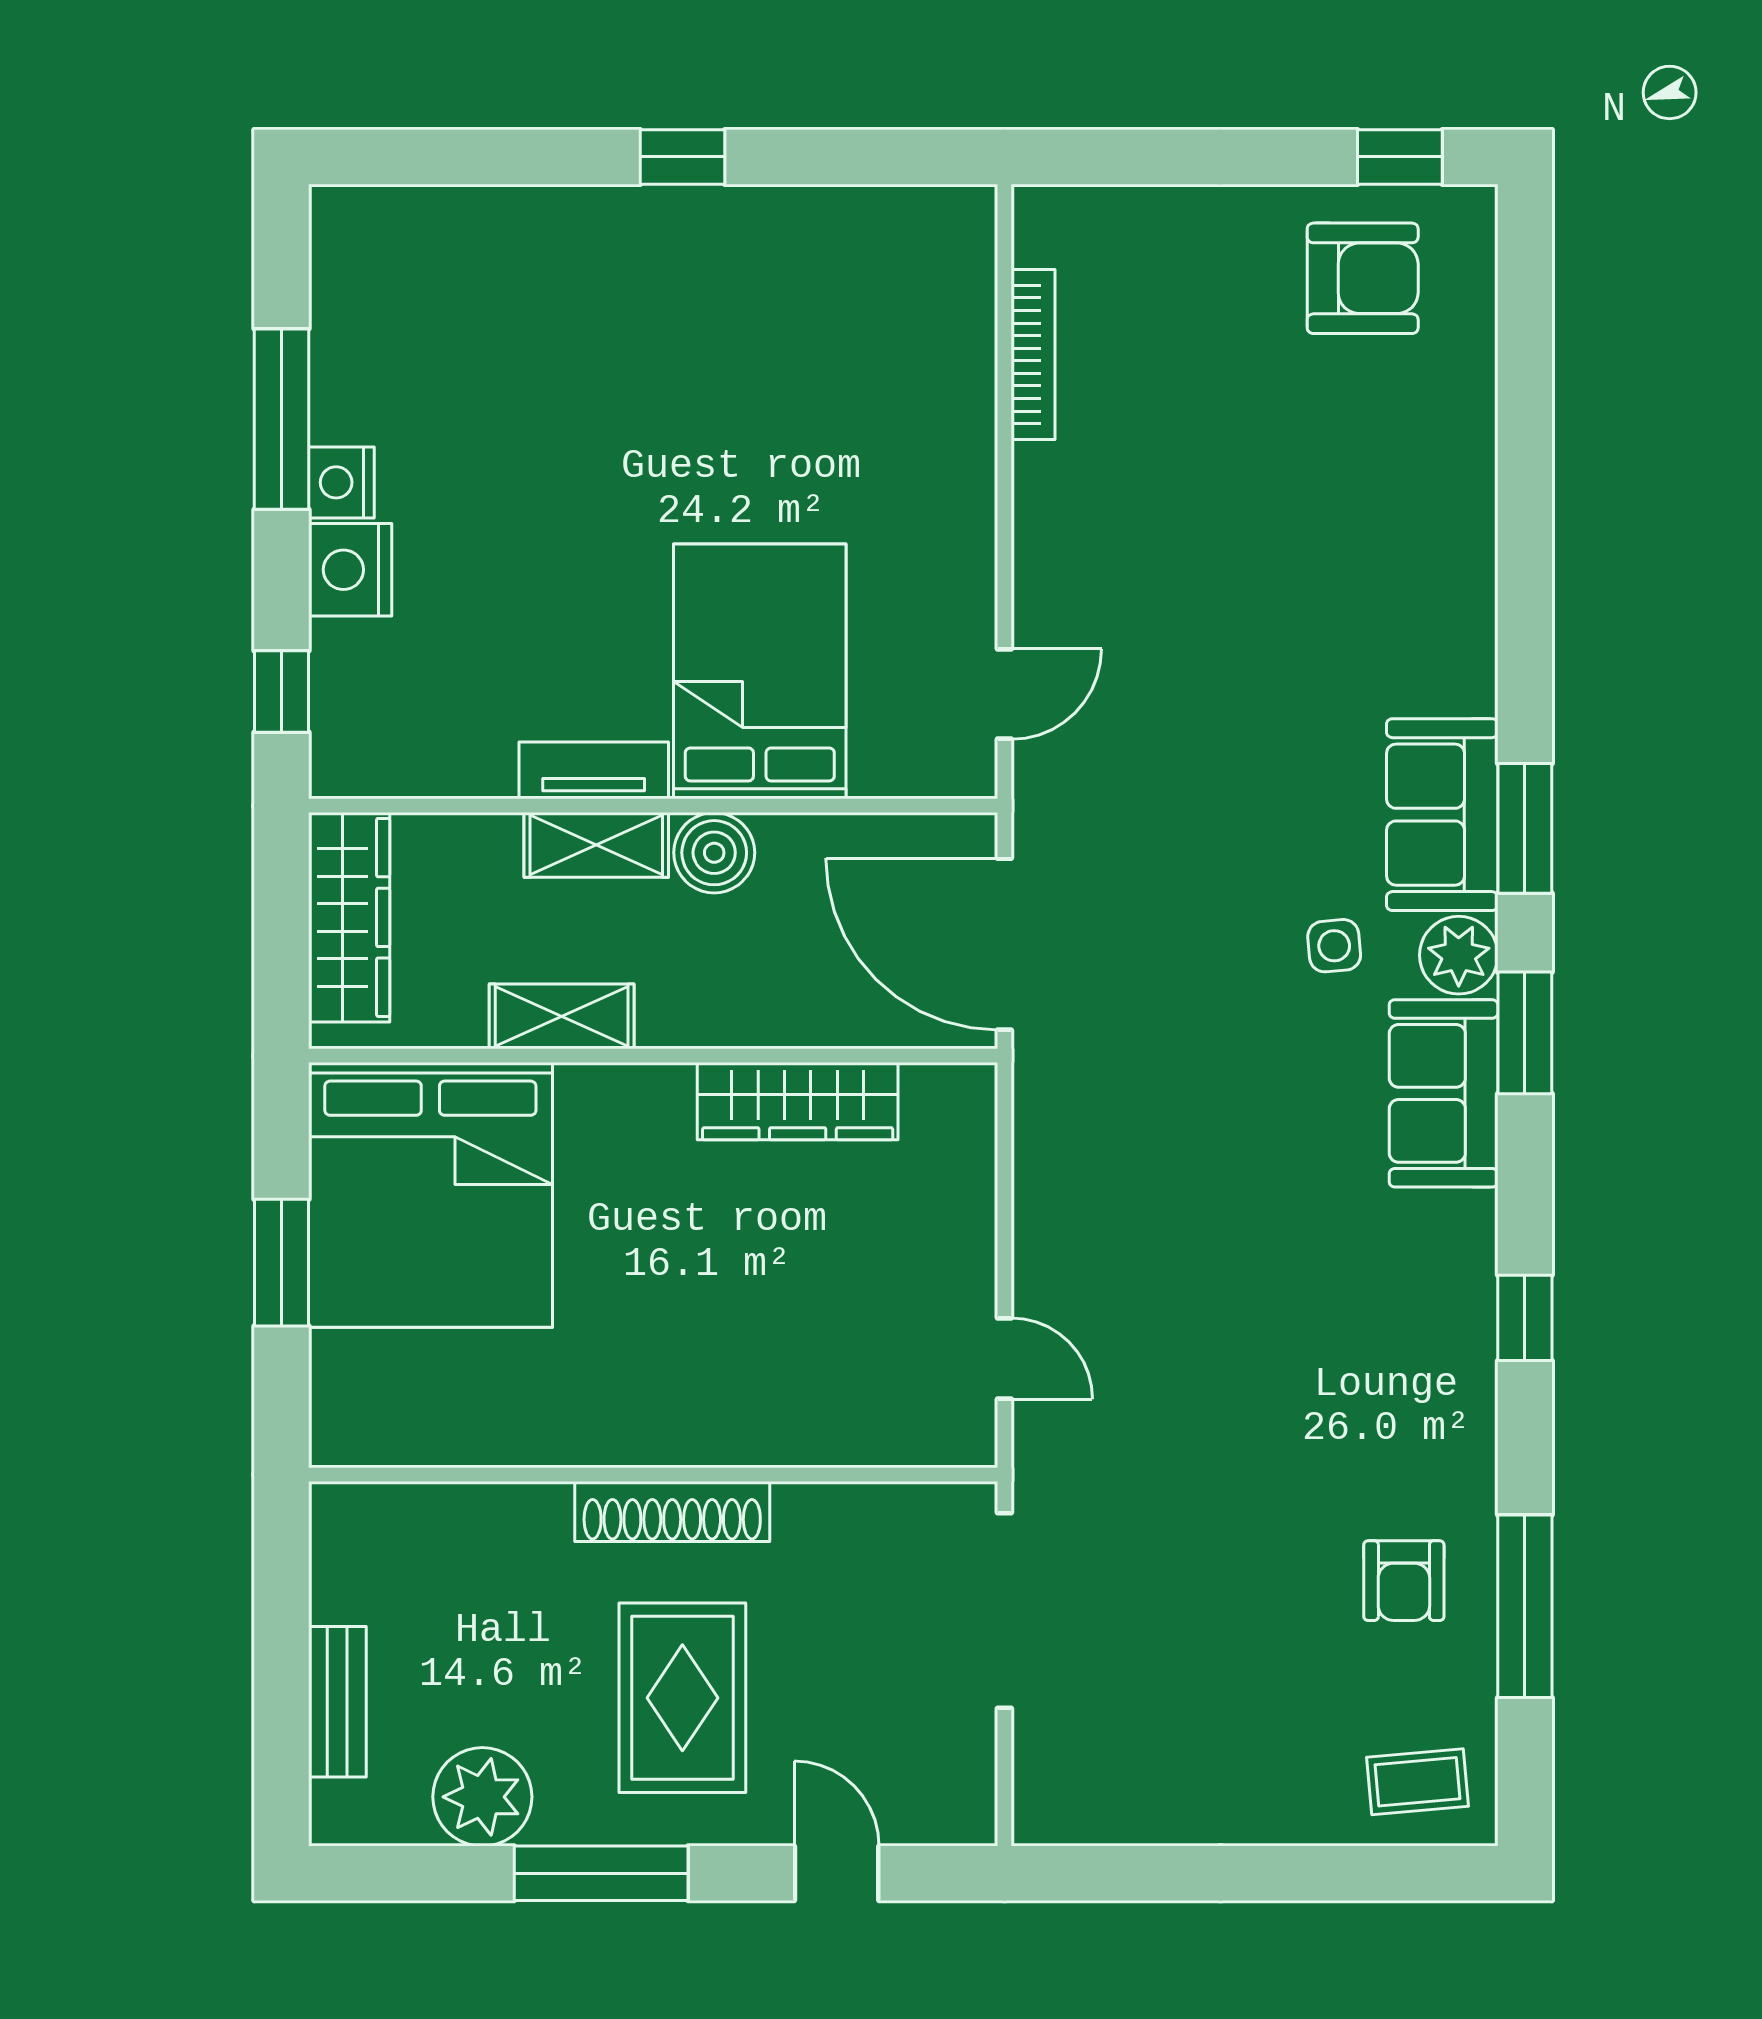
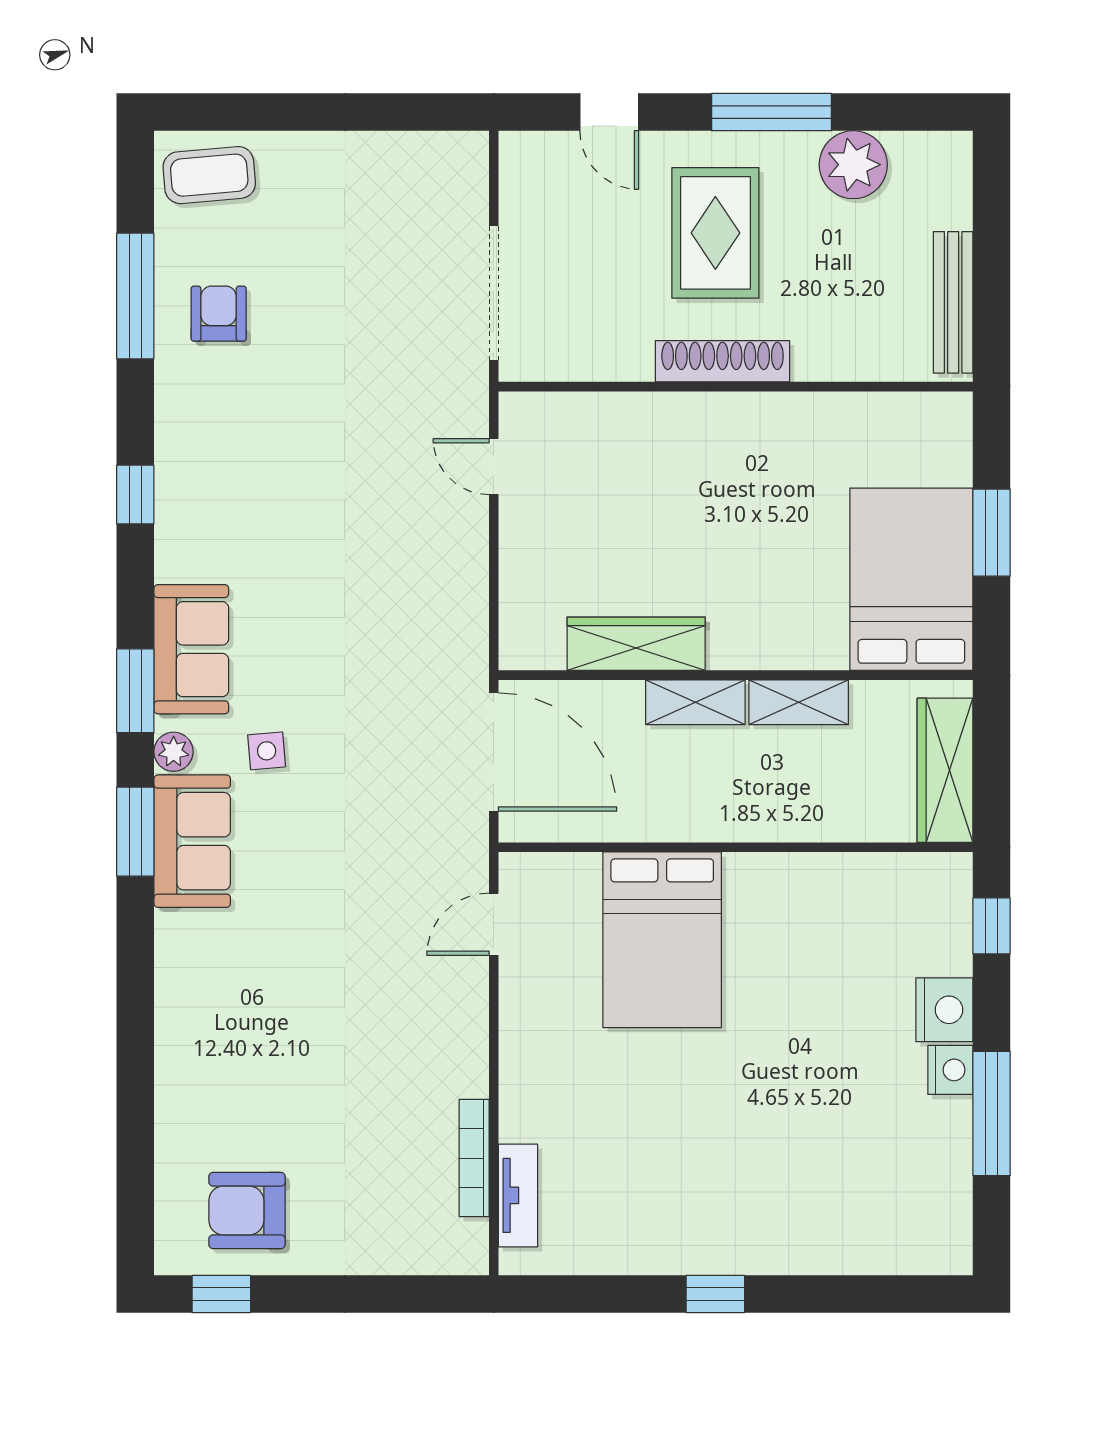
tv unit: (594, 770) -> (518, 1195), moved, turned -90
shelving: (596, 845) -> (695, 702), moved
boiler: (714, 853) -> (694, 815), removed
plant: (1459, 955) -> (174, 752), width x0.73, depth x0.73
bed: (430, 1195) -> (911, 579), width x0.73
bench: (337, 1702) -> (953, 302), moved, width x1.36
coffee table: (1417, 1782) -> (209, 175), width x1.36, depth x1.30

